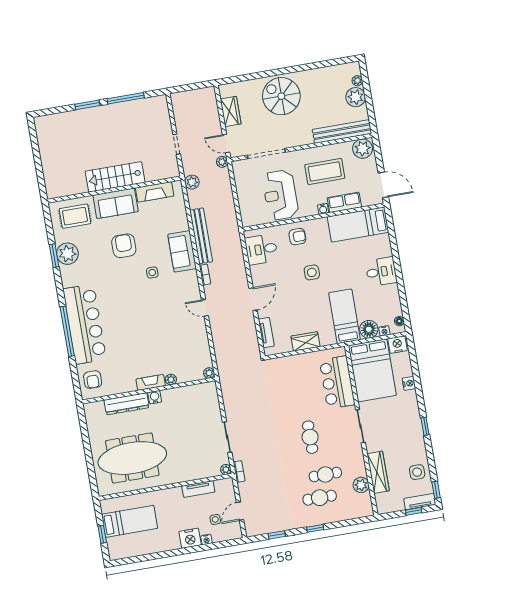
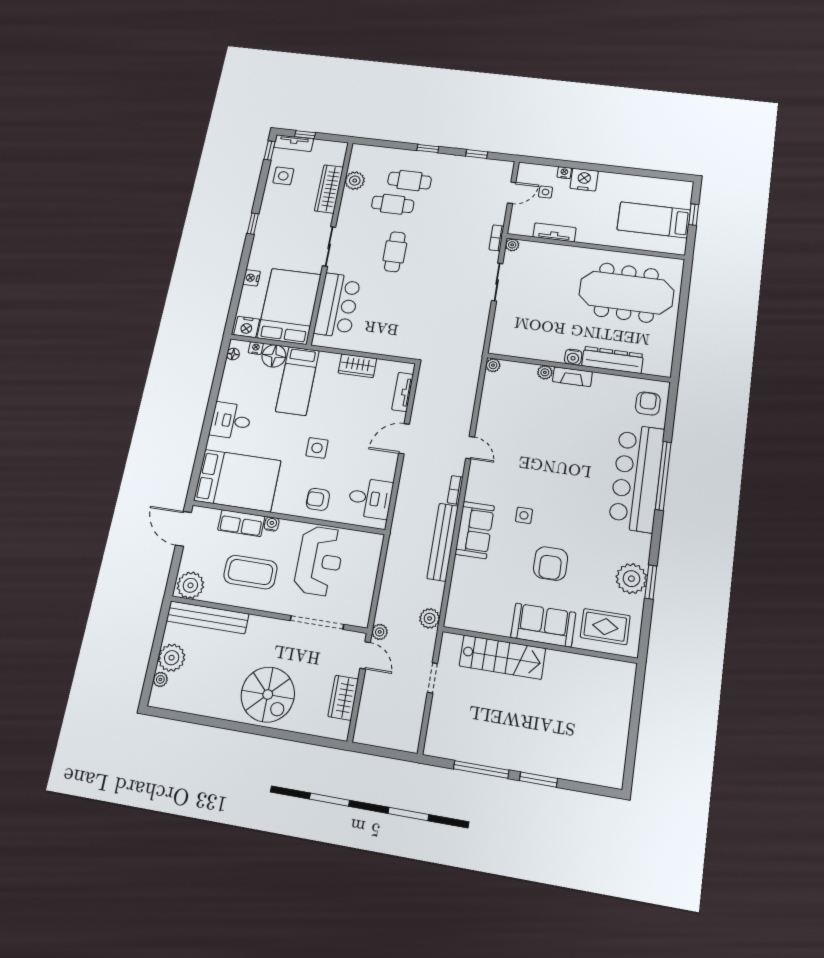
stairs: (115, 177) -> (502, 657), moved
fireplace: (155, 192) -> (485, 622), removed
bed: (358, 224) -> (237, 481), width x1.50

